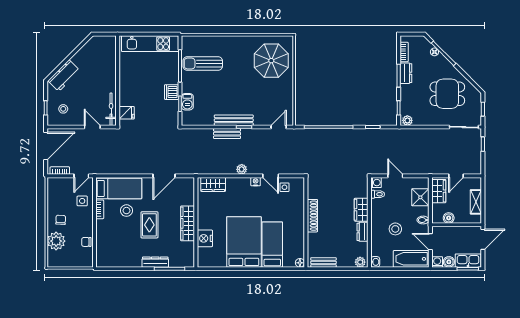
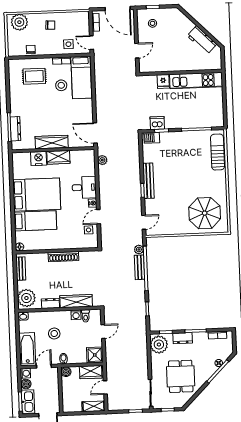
kitchen unit: (150, 44) -> (196, 81), moved, turned -90
sun lounger: (203, 63) -> (218, 152), moved
dresser: (406, 73) -> (183, 338), moved
workbench: (64, 76) -> (202, 40), moved
dishwasher: (172, 92) -> (157, 123), moved
barbecue: (187, 102) -> (152, 138), moved
bicycle: (111, 109) -> (154, 67), removed
fridge: (127, 113) -> (163, 81), moved
plant: (407, 120) -> (159, 345), width x1.88, depth x1.88
door: (279, 127) -> (144, 222), hinge flipped
bench: (227, 134) -> (140, 267), moved
plant: (308, 134) -> (139, 249), added
plant: (242, 169) -> (102, 160), moved
door: (164, 176) -> (95, 133), moved
door: (456, 176) -> (105, 387), hinge flipped
washing machine: (376, 183) -> (76, 315), moved
wardrobe: (213, 184) -> (58, 157), moved, turned -90
desk: (238, 190) -> (84, 187), added
shower: (420, 197) -> (95, 355), moved
shelving: (476, 202) -> (93, 406), moved
wardrobe: (361, 210) -> (76, 301), width x1.50
boiler: (449, 218) -> (66, 372), moved
rug: (149, 225) -> (34, 76), moved
plant: (56, 241) -> (19, 22), moved
dresser: (155, 262) -> (15, 129), moved
plant: (360, 262) -> (26, 298), width x1.87, depth x1.87

